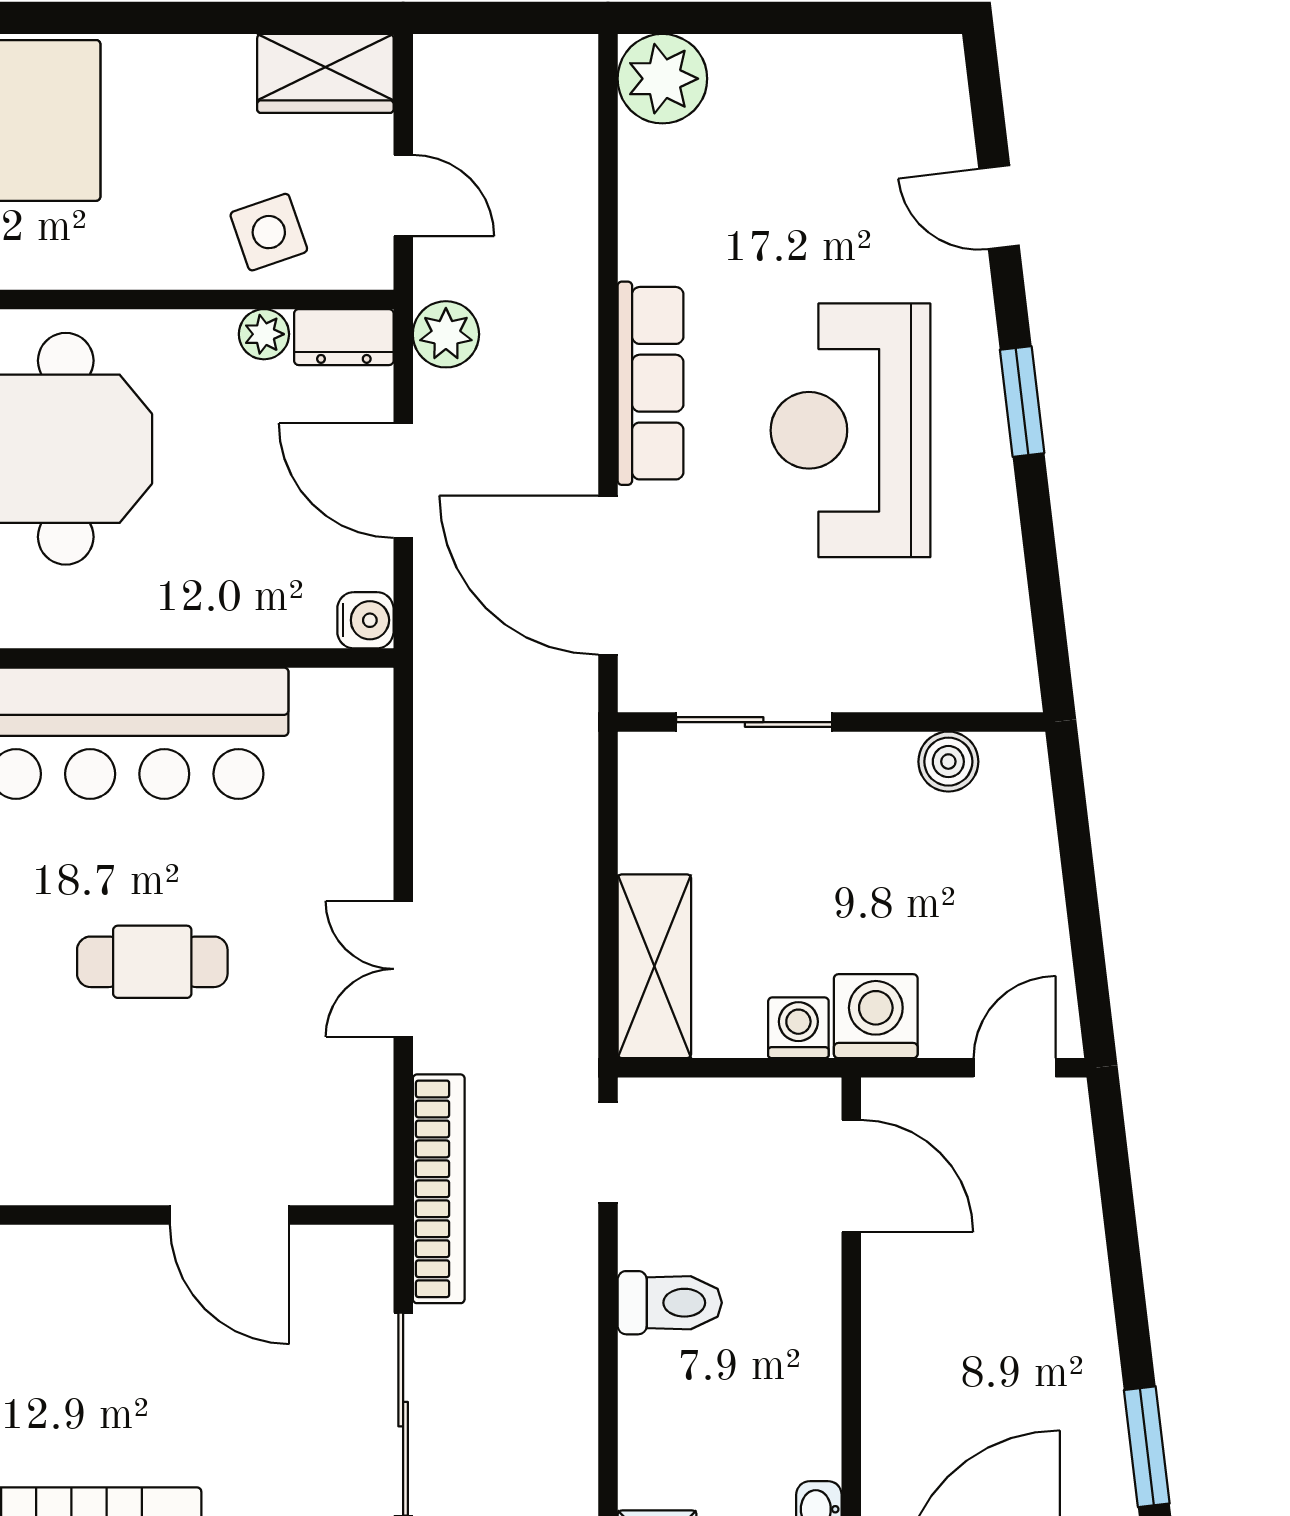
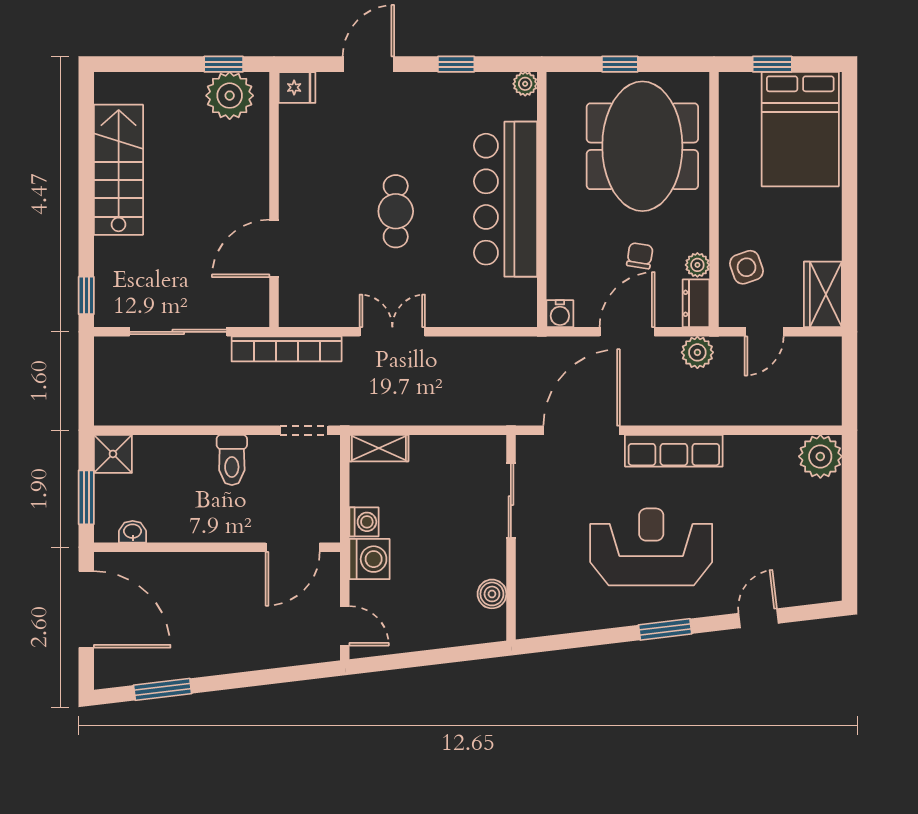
chair: (245, 454) -> (640, 256), added
shelving: (654, 966) -> (379, 448), width x0.67, depth x0.75

